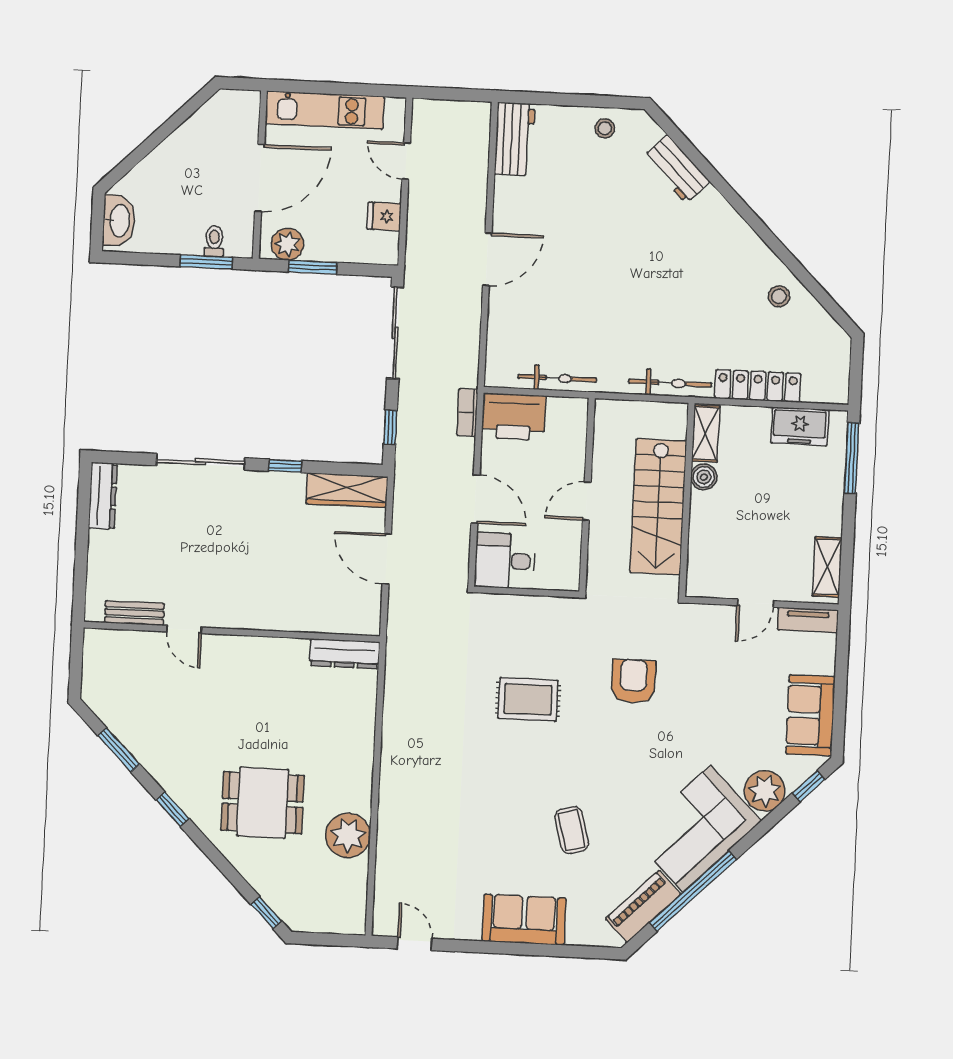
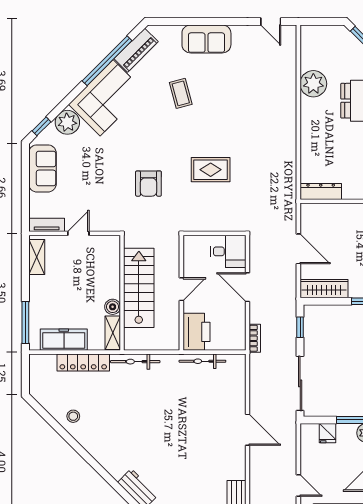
fridge: (384, 216) -> (327, 433), moved, turned 90
door: (487, 259) -> (248, 430), swing flipped
printer: (514, 417) -> (196, 332), moved, turned 90
freezer: (800, 426) -> (64, 340), width x1.40

